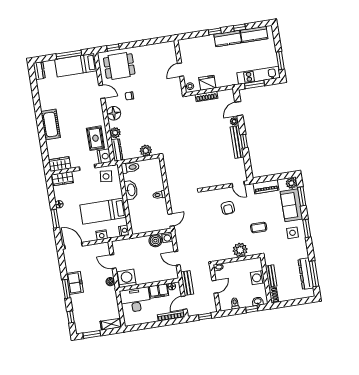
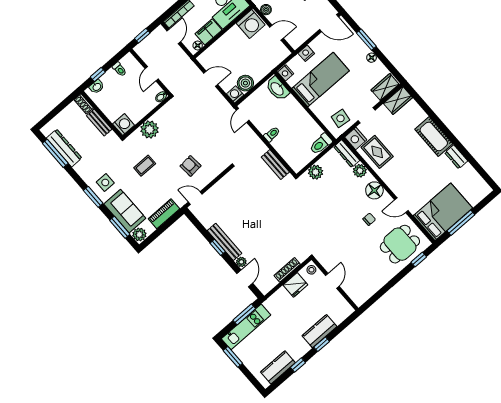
kitchen counter: (228, 39) -> (320, 331), moved
bed: (76, 65) -> (443, 212), width x1.50
dresser: (39, 71) -> (456, 157), moved
washbasin: (131, 190) -> (277, 89), moved
washing machine: (258, 278) -> (124, 125), moved
bench: (187, 283) -> (275, 165), moved

